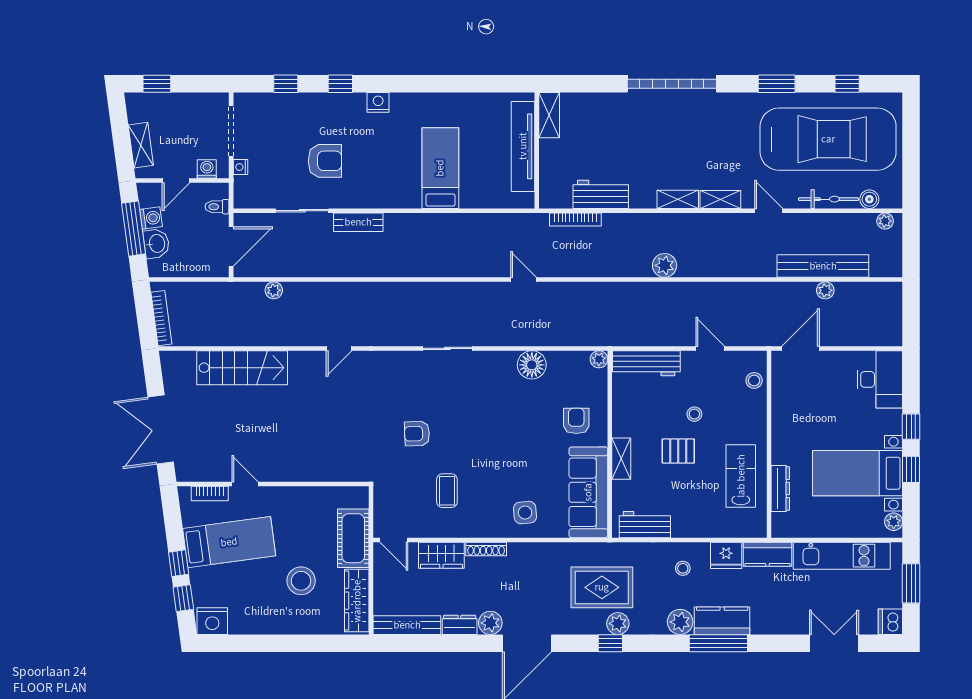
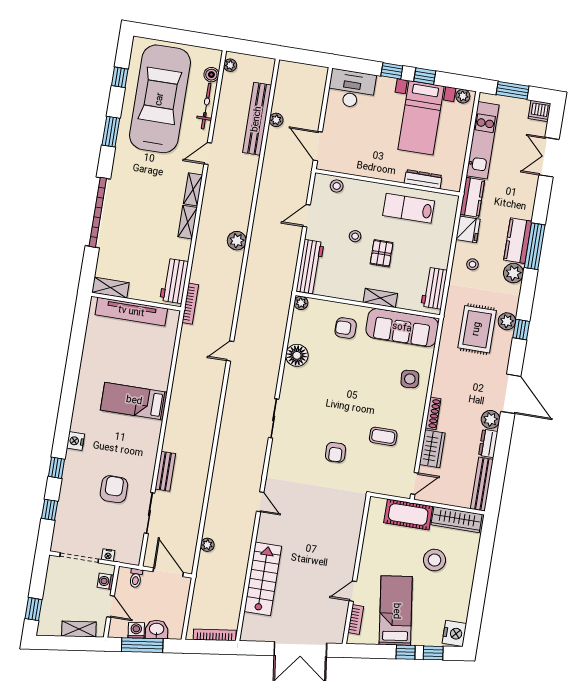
shelving: (549, 115) -> (110, 288), moved
tv unit: (523, 146) -> (131, 312), moved
wall: (537, 150) -> (136, 302), moved

